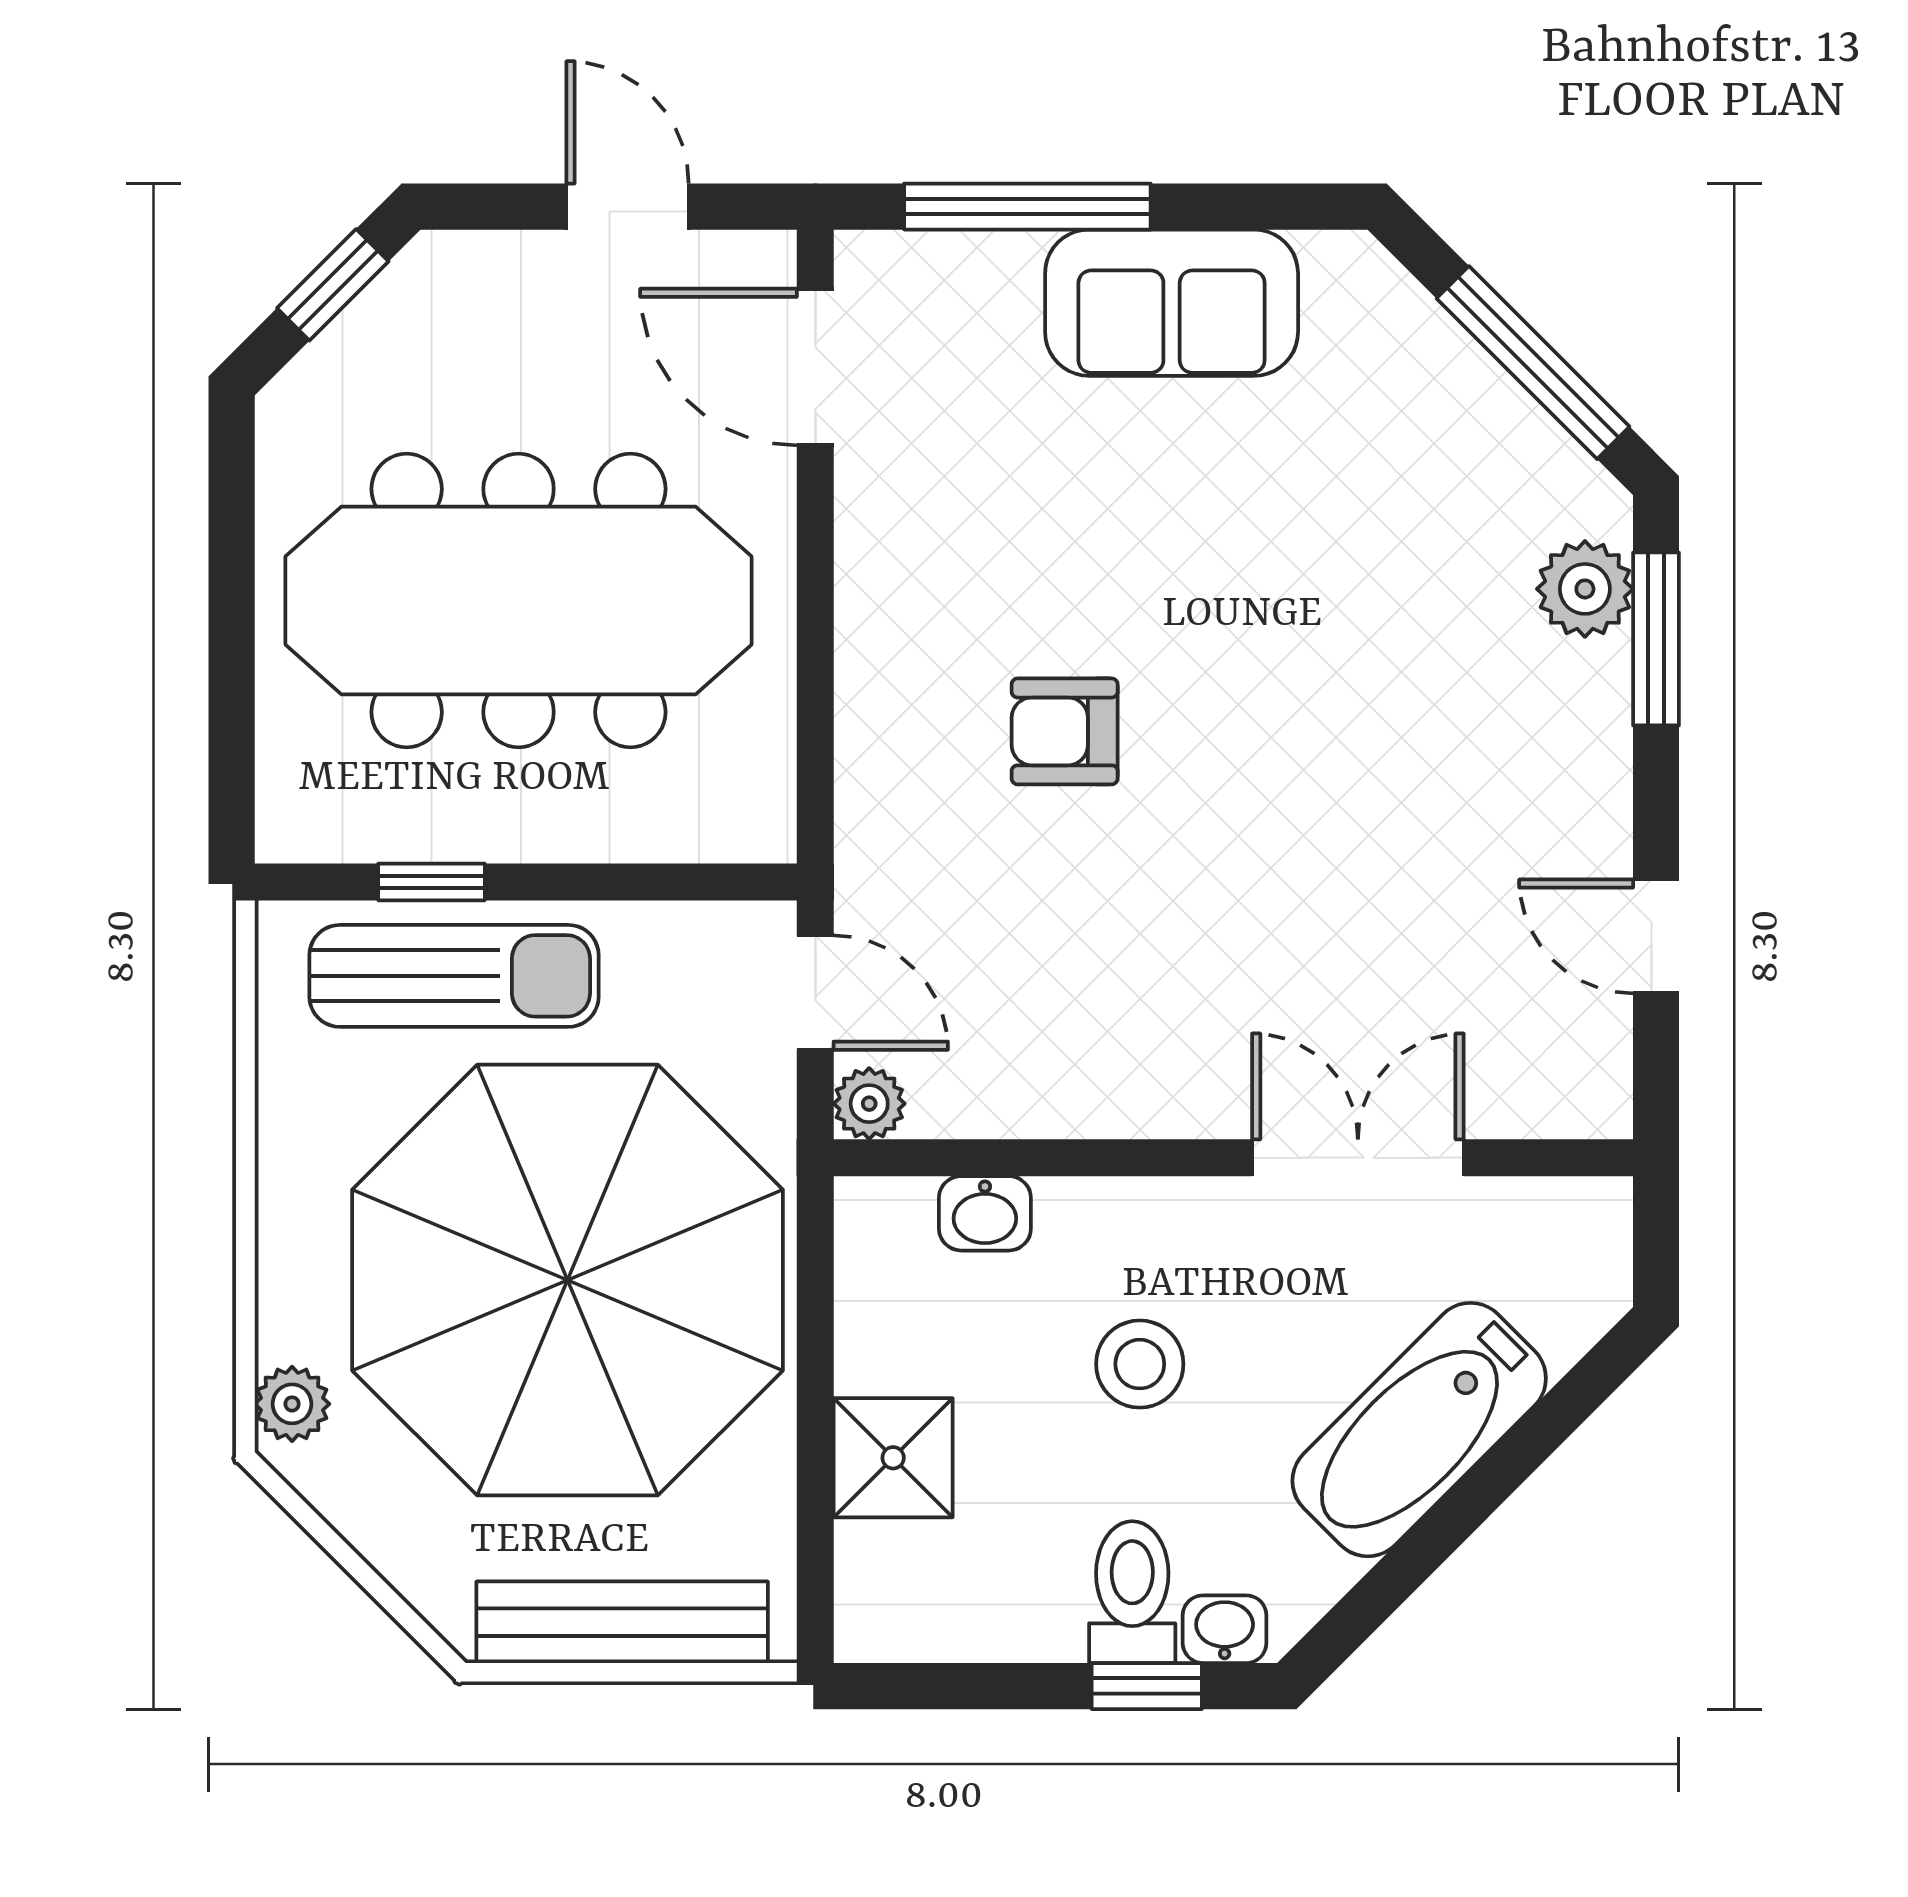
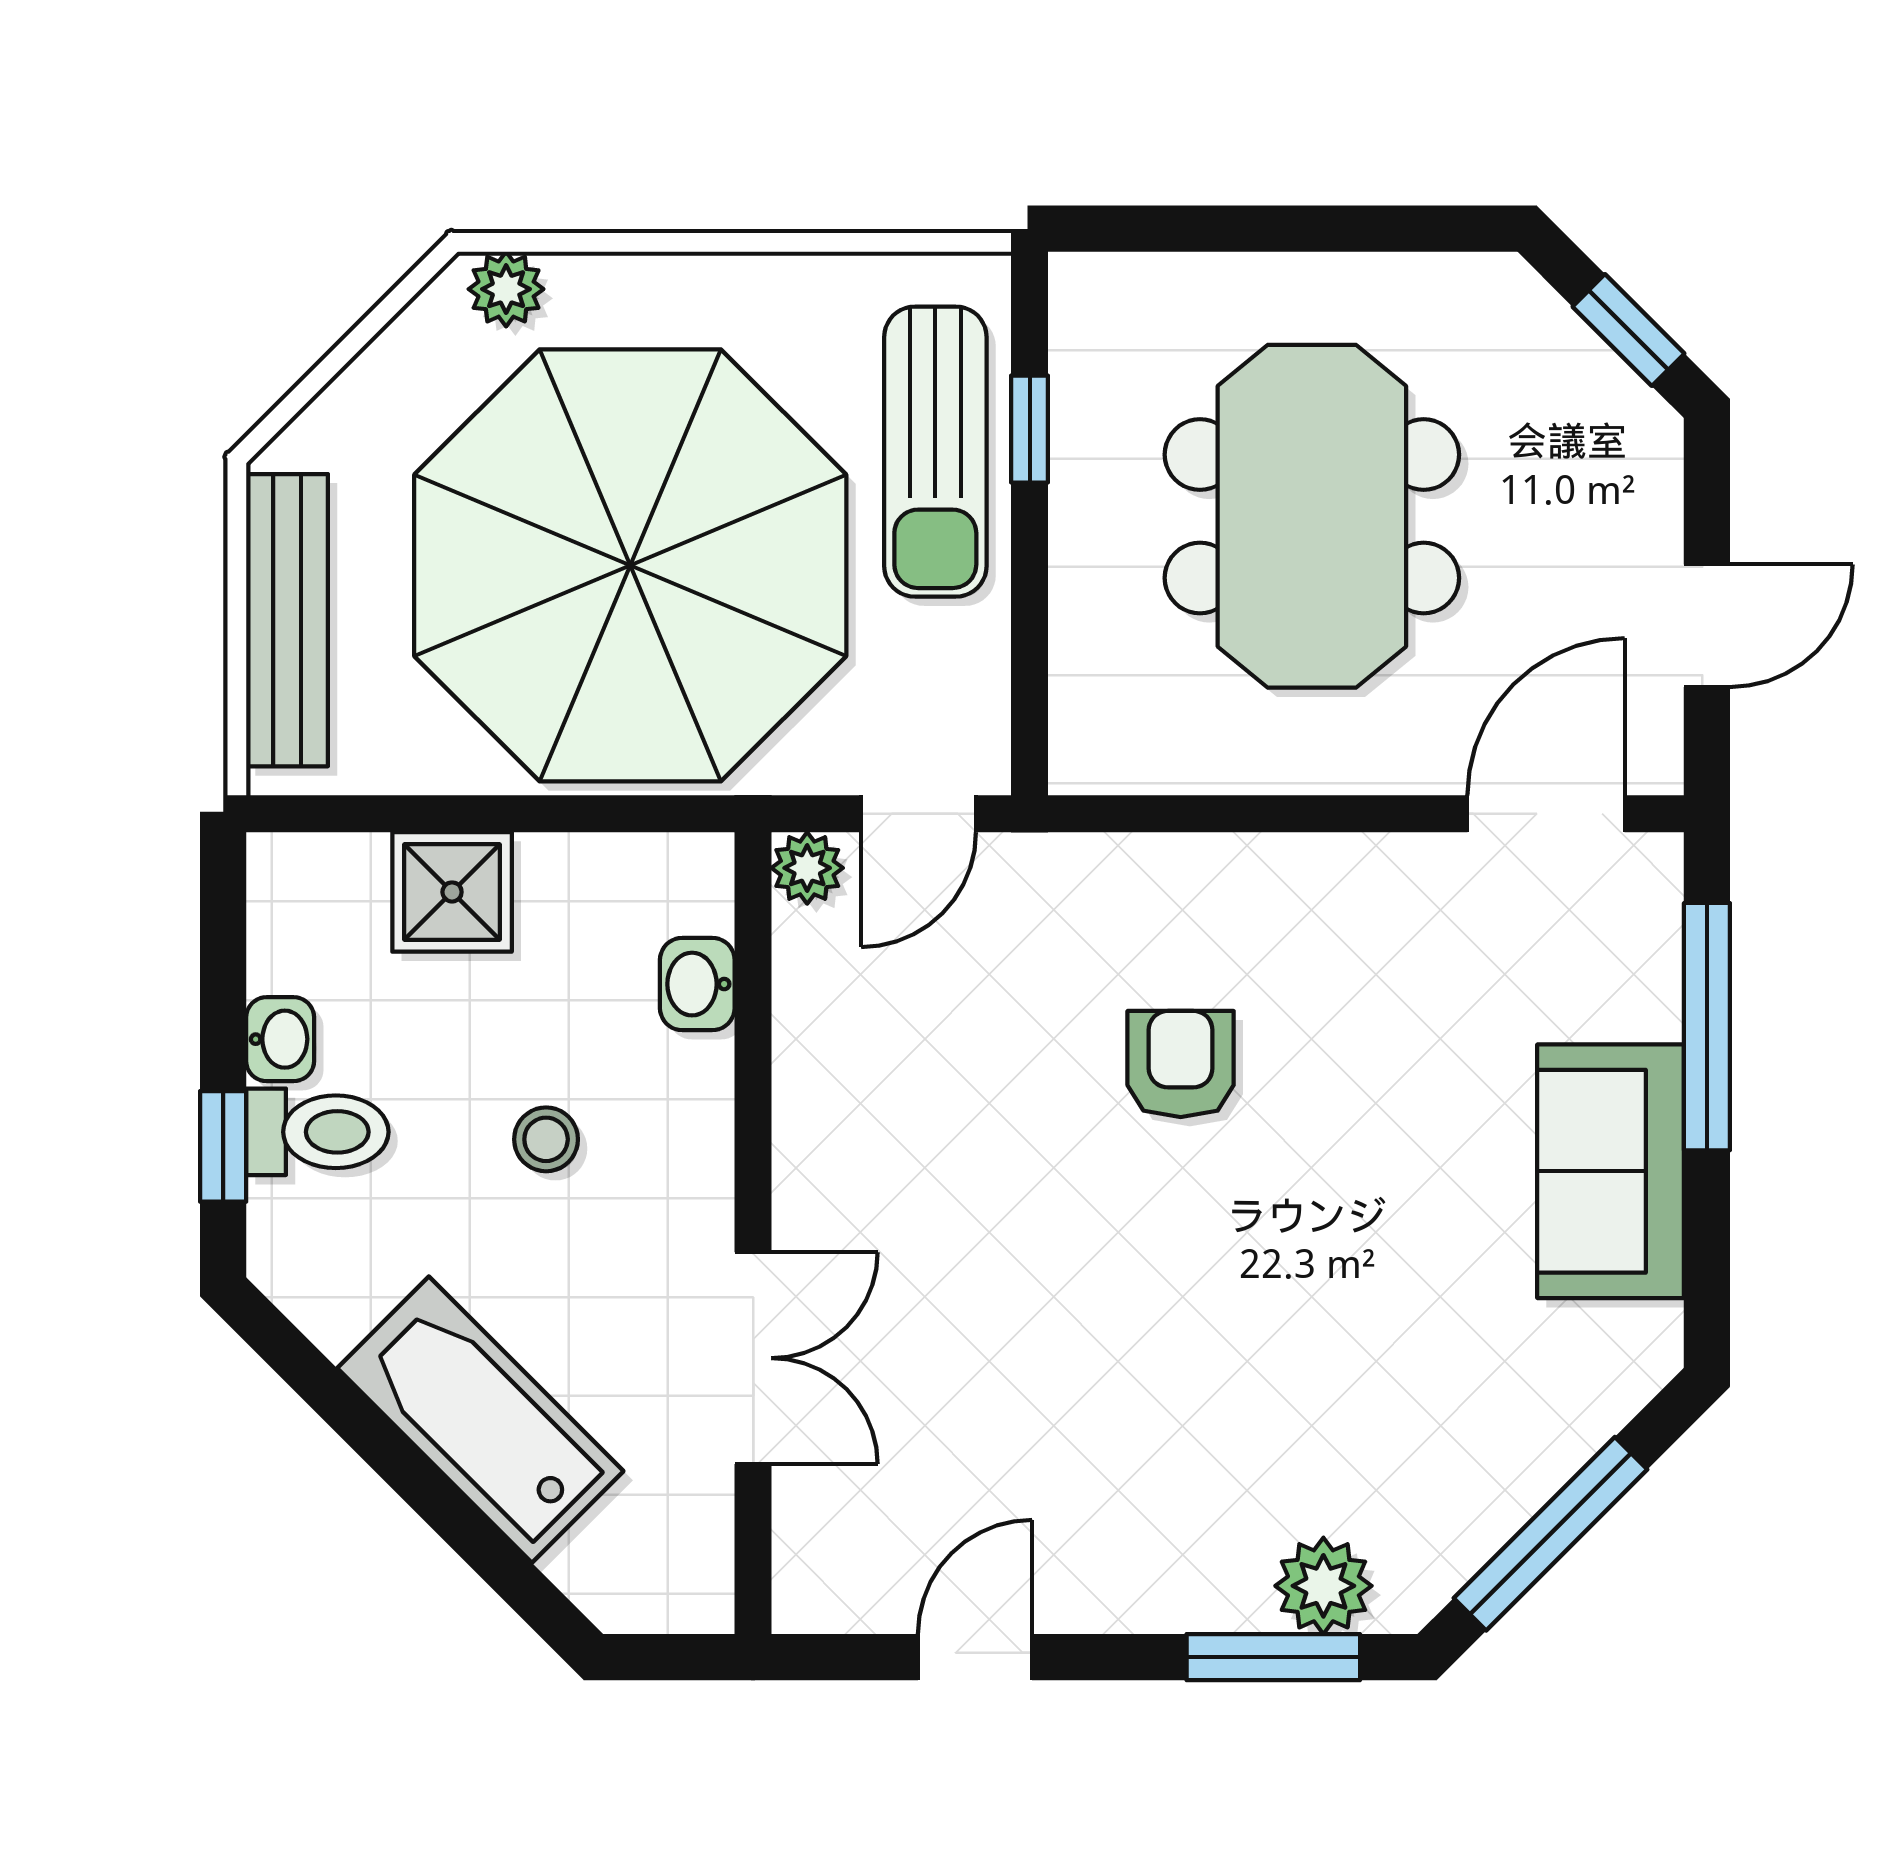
meeting table: (519, 600) -> (1312, 516), width x0.73
stool: (1140, 1364) -> (546, 1139), width x0.73, depth x0.73
washbasin: (1225, 1629) -> (280, 1039), moved

